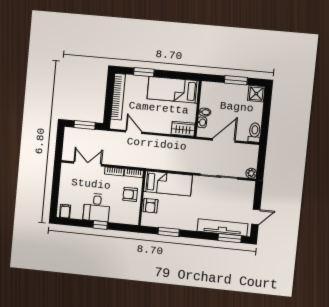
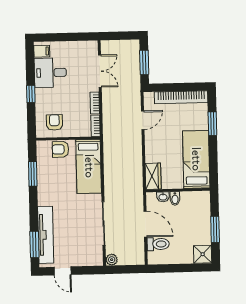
toilet: (255, 132) -> (158, 244), moved
armchair: (130, 194) -> (54, 122), moved
desk: (97, 207) -> (50, 73), moved

